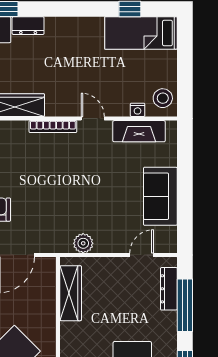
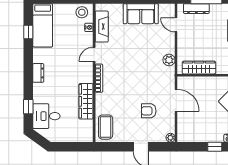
dresser: (28, 26) -> (38, 73), moved

